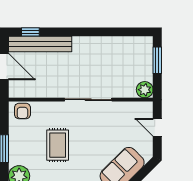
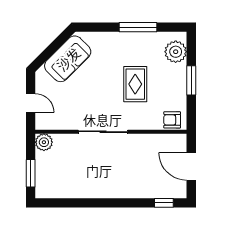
bench: (40, 44) -> (154, 190), removed
armchair: (22, 111) -> (172, 120), turned -90

